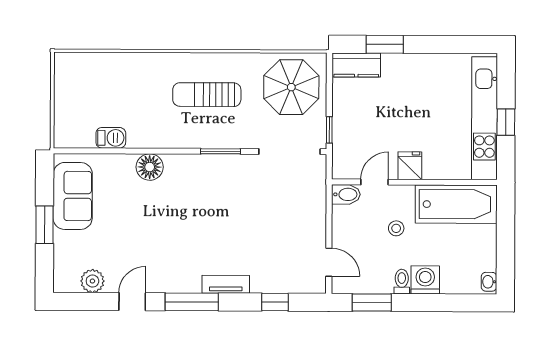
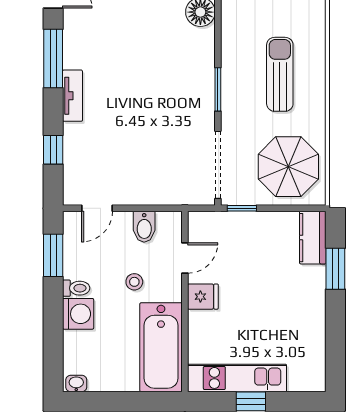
kitchen unit: (484, 118) -> (237, 378), width x0.73
door: (374, 182) -> (185, 258), hinge flipped
bidet: (346, 194) -> (144, 227), moved

